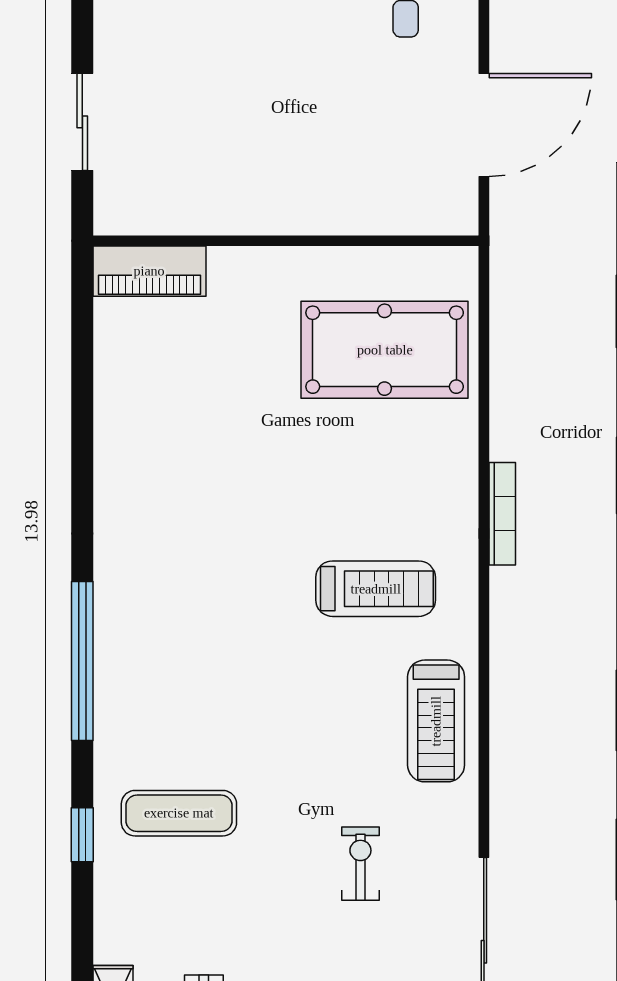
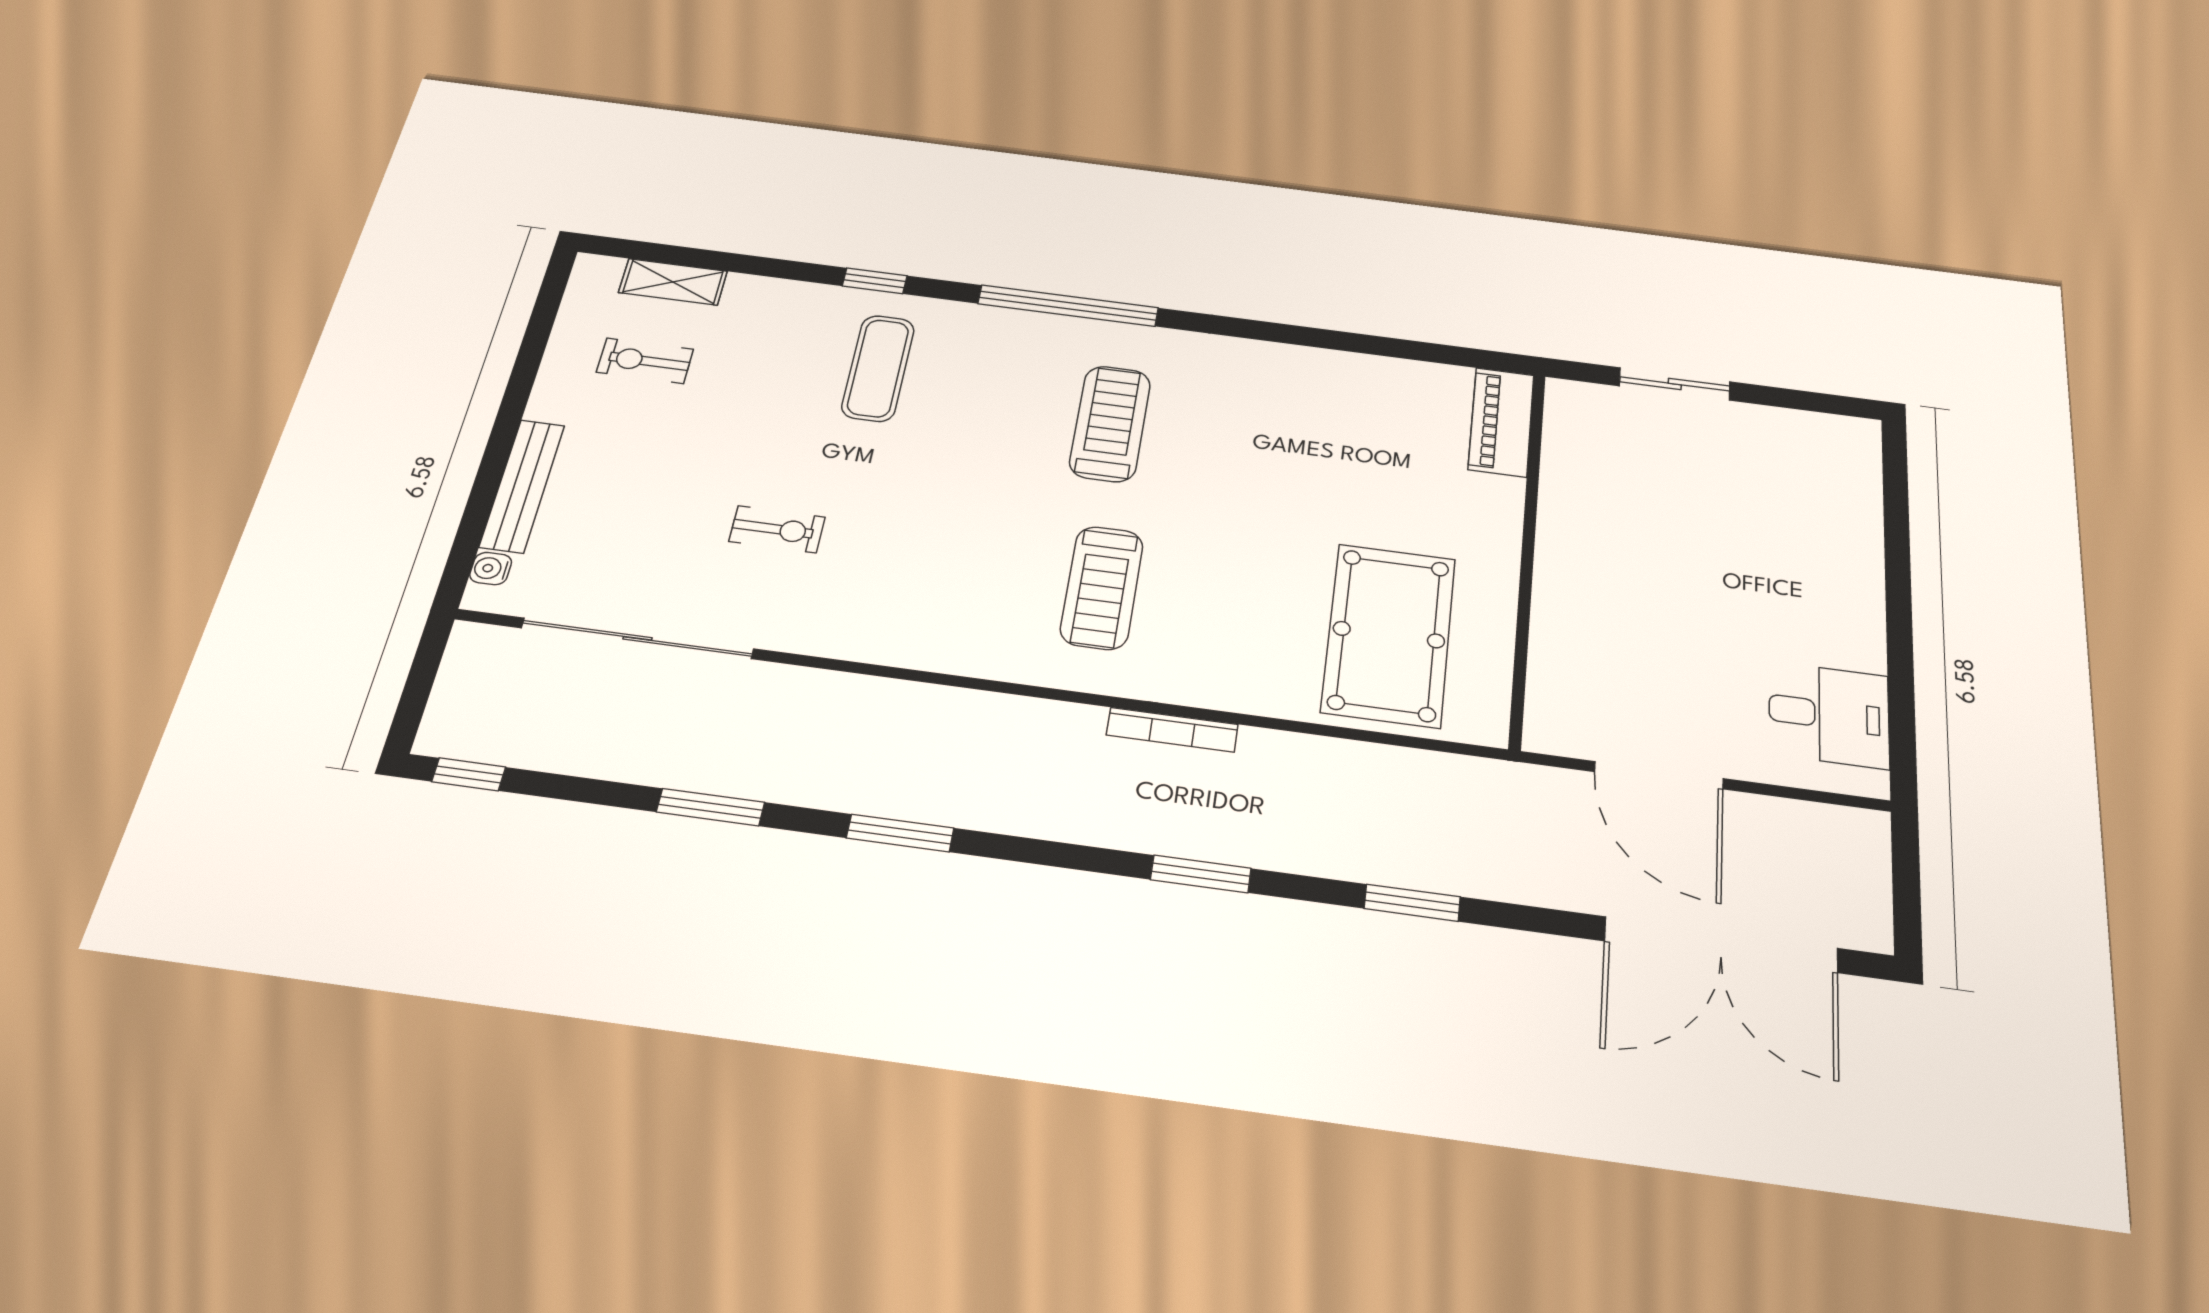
treadmill: (436, 721) -> (1110, 423), moved, turned 90

